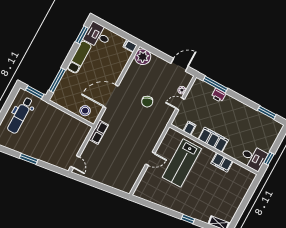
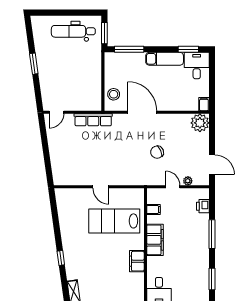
window: (215, 84) -> (212, 234), moved
printer: (219, 95) -> (203, 206), moved
row of seats: (99, 132) -> (93, 120), width x1.48

